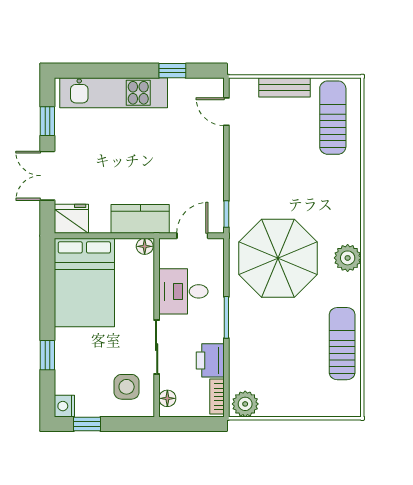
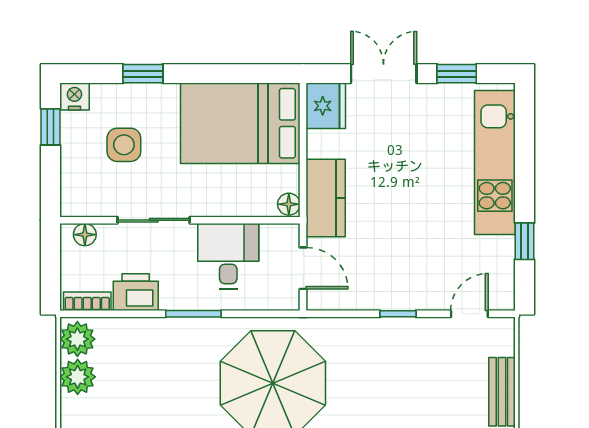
window: (226, 214) -> (398, 314), moved
side table: (127, 387) -> (124, 145), moved
plant: (273, 404) -> (78, 377), added

